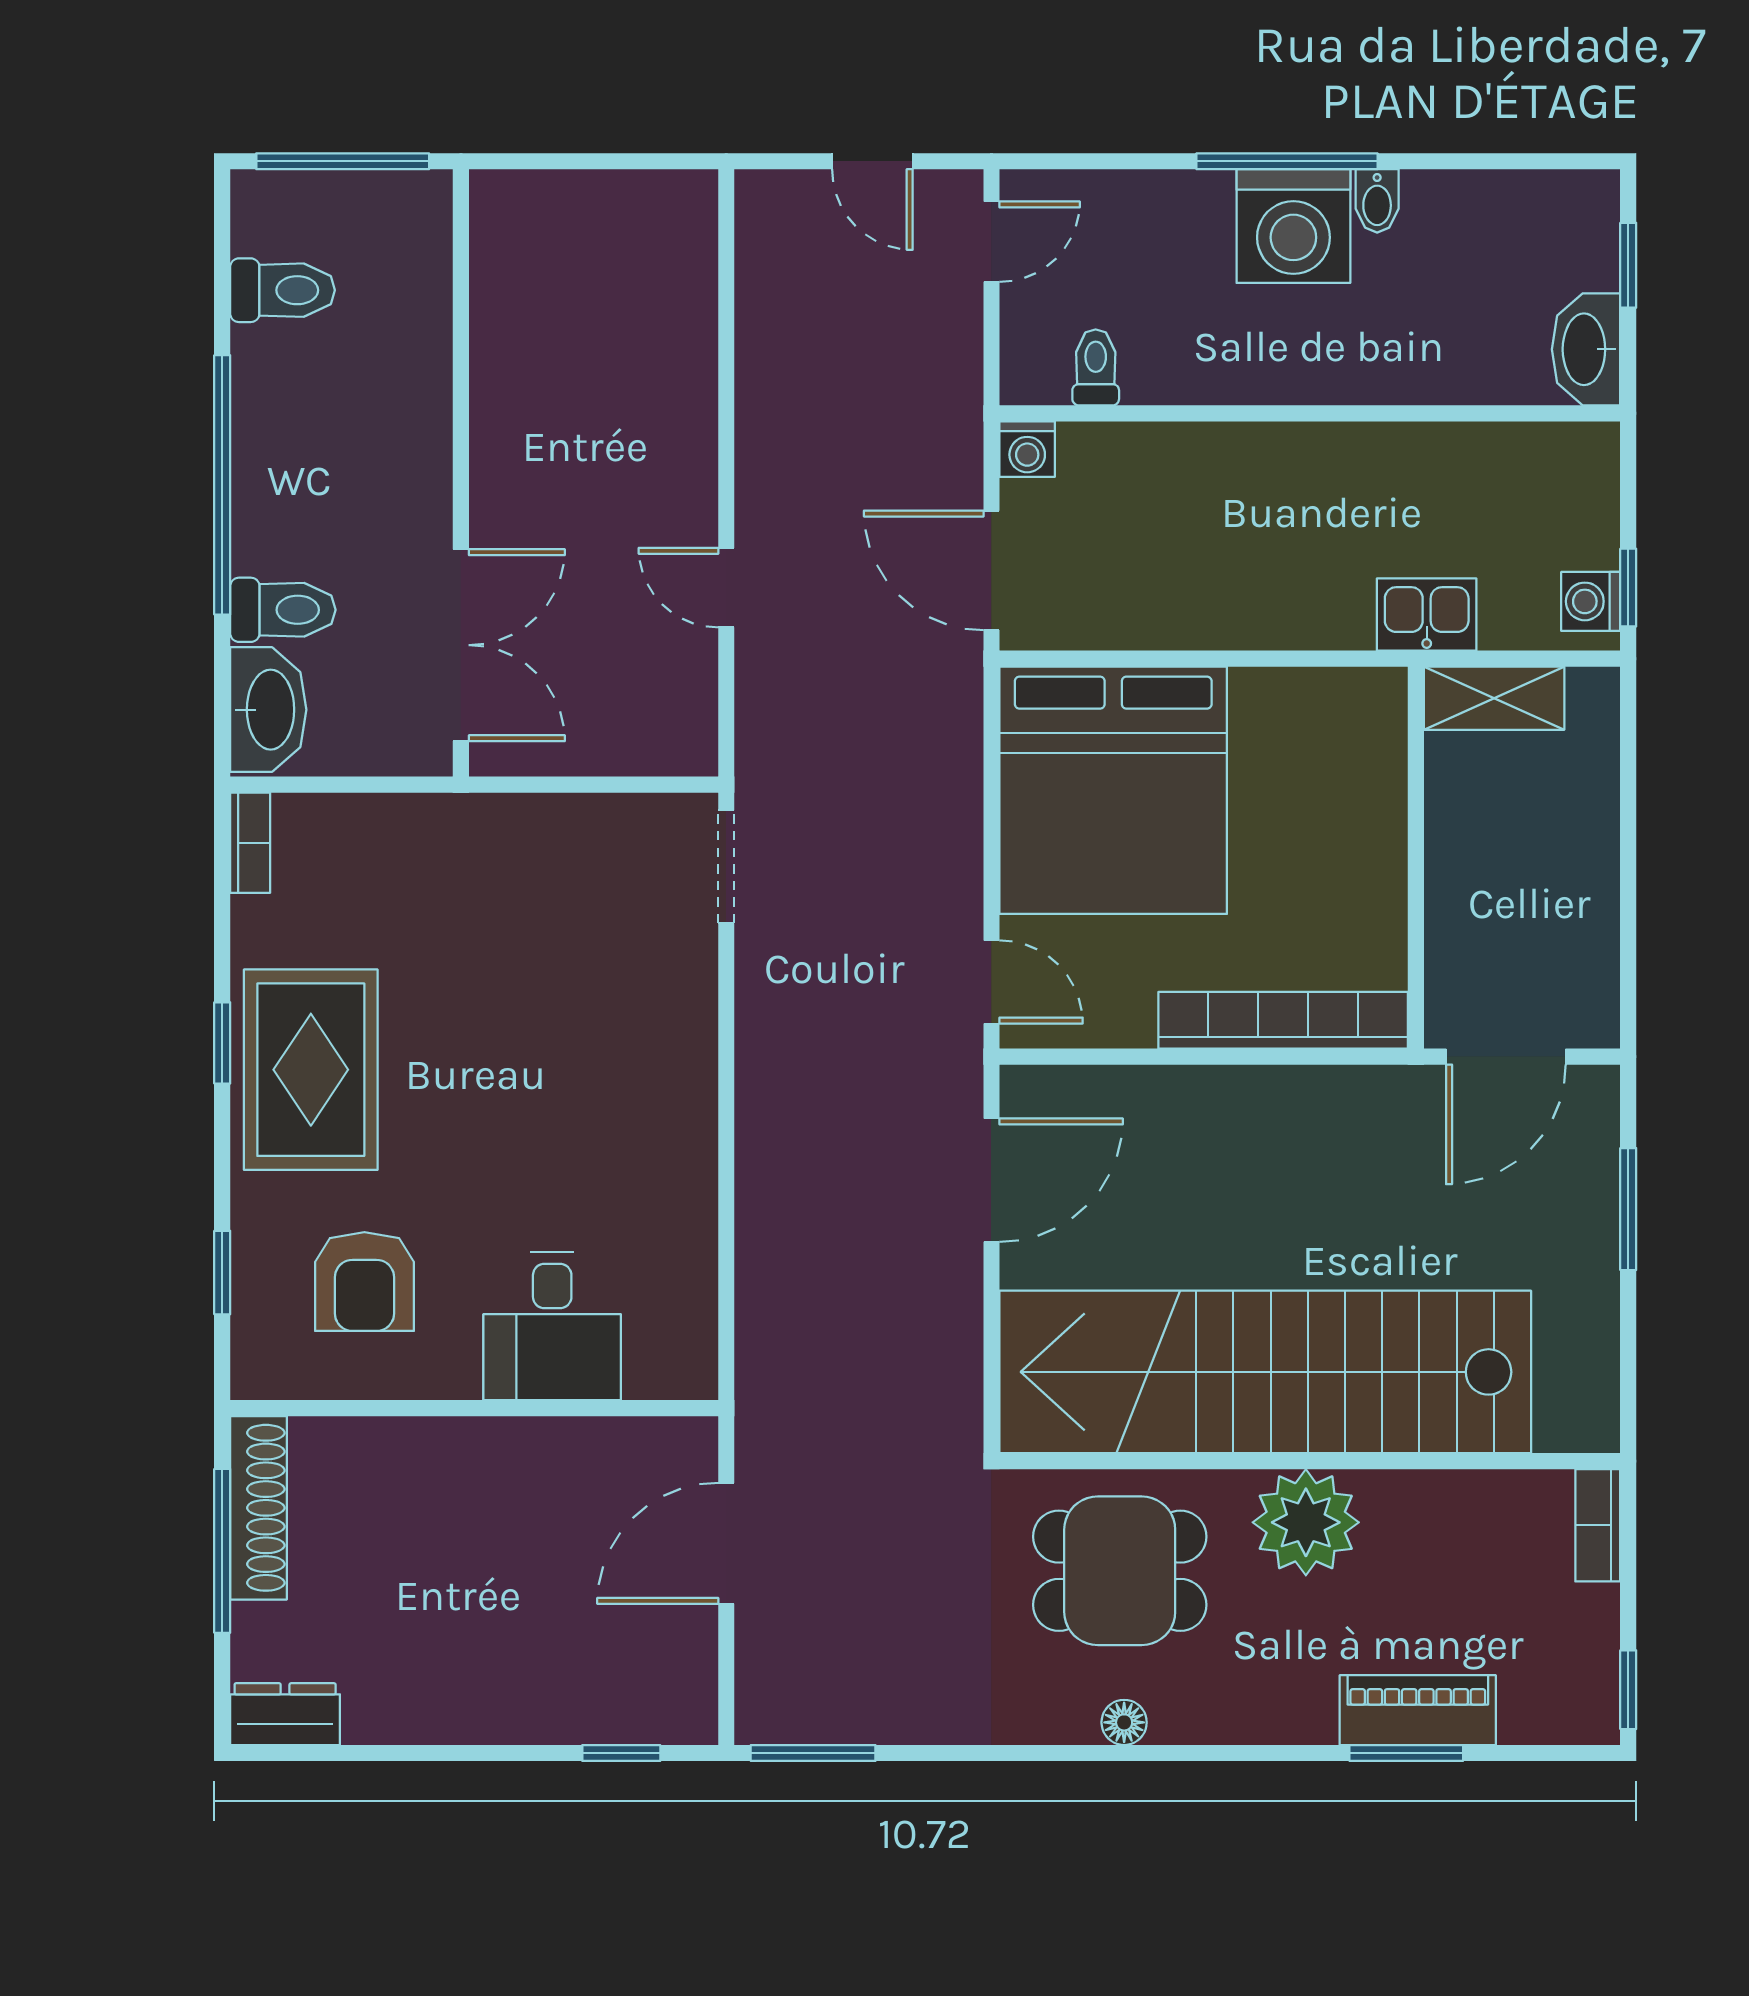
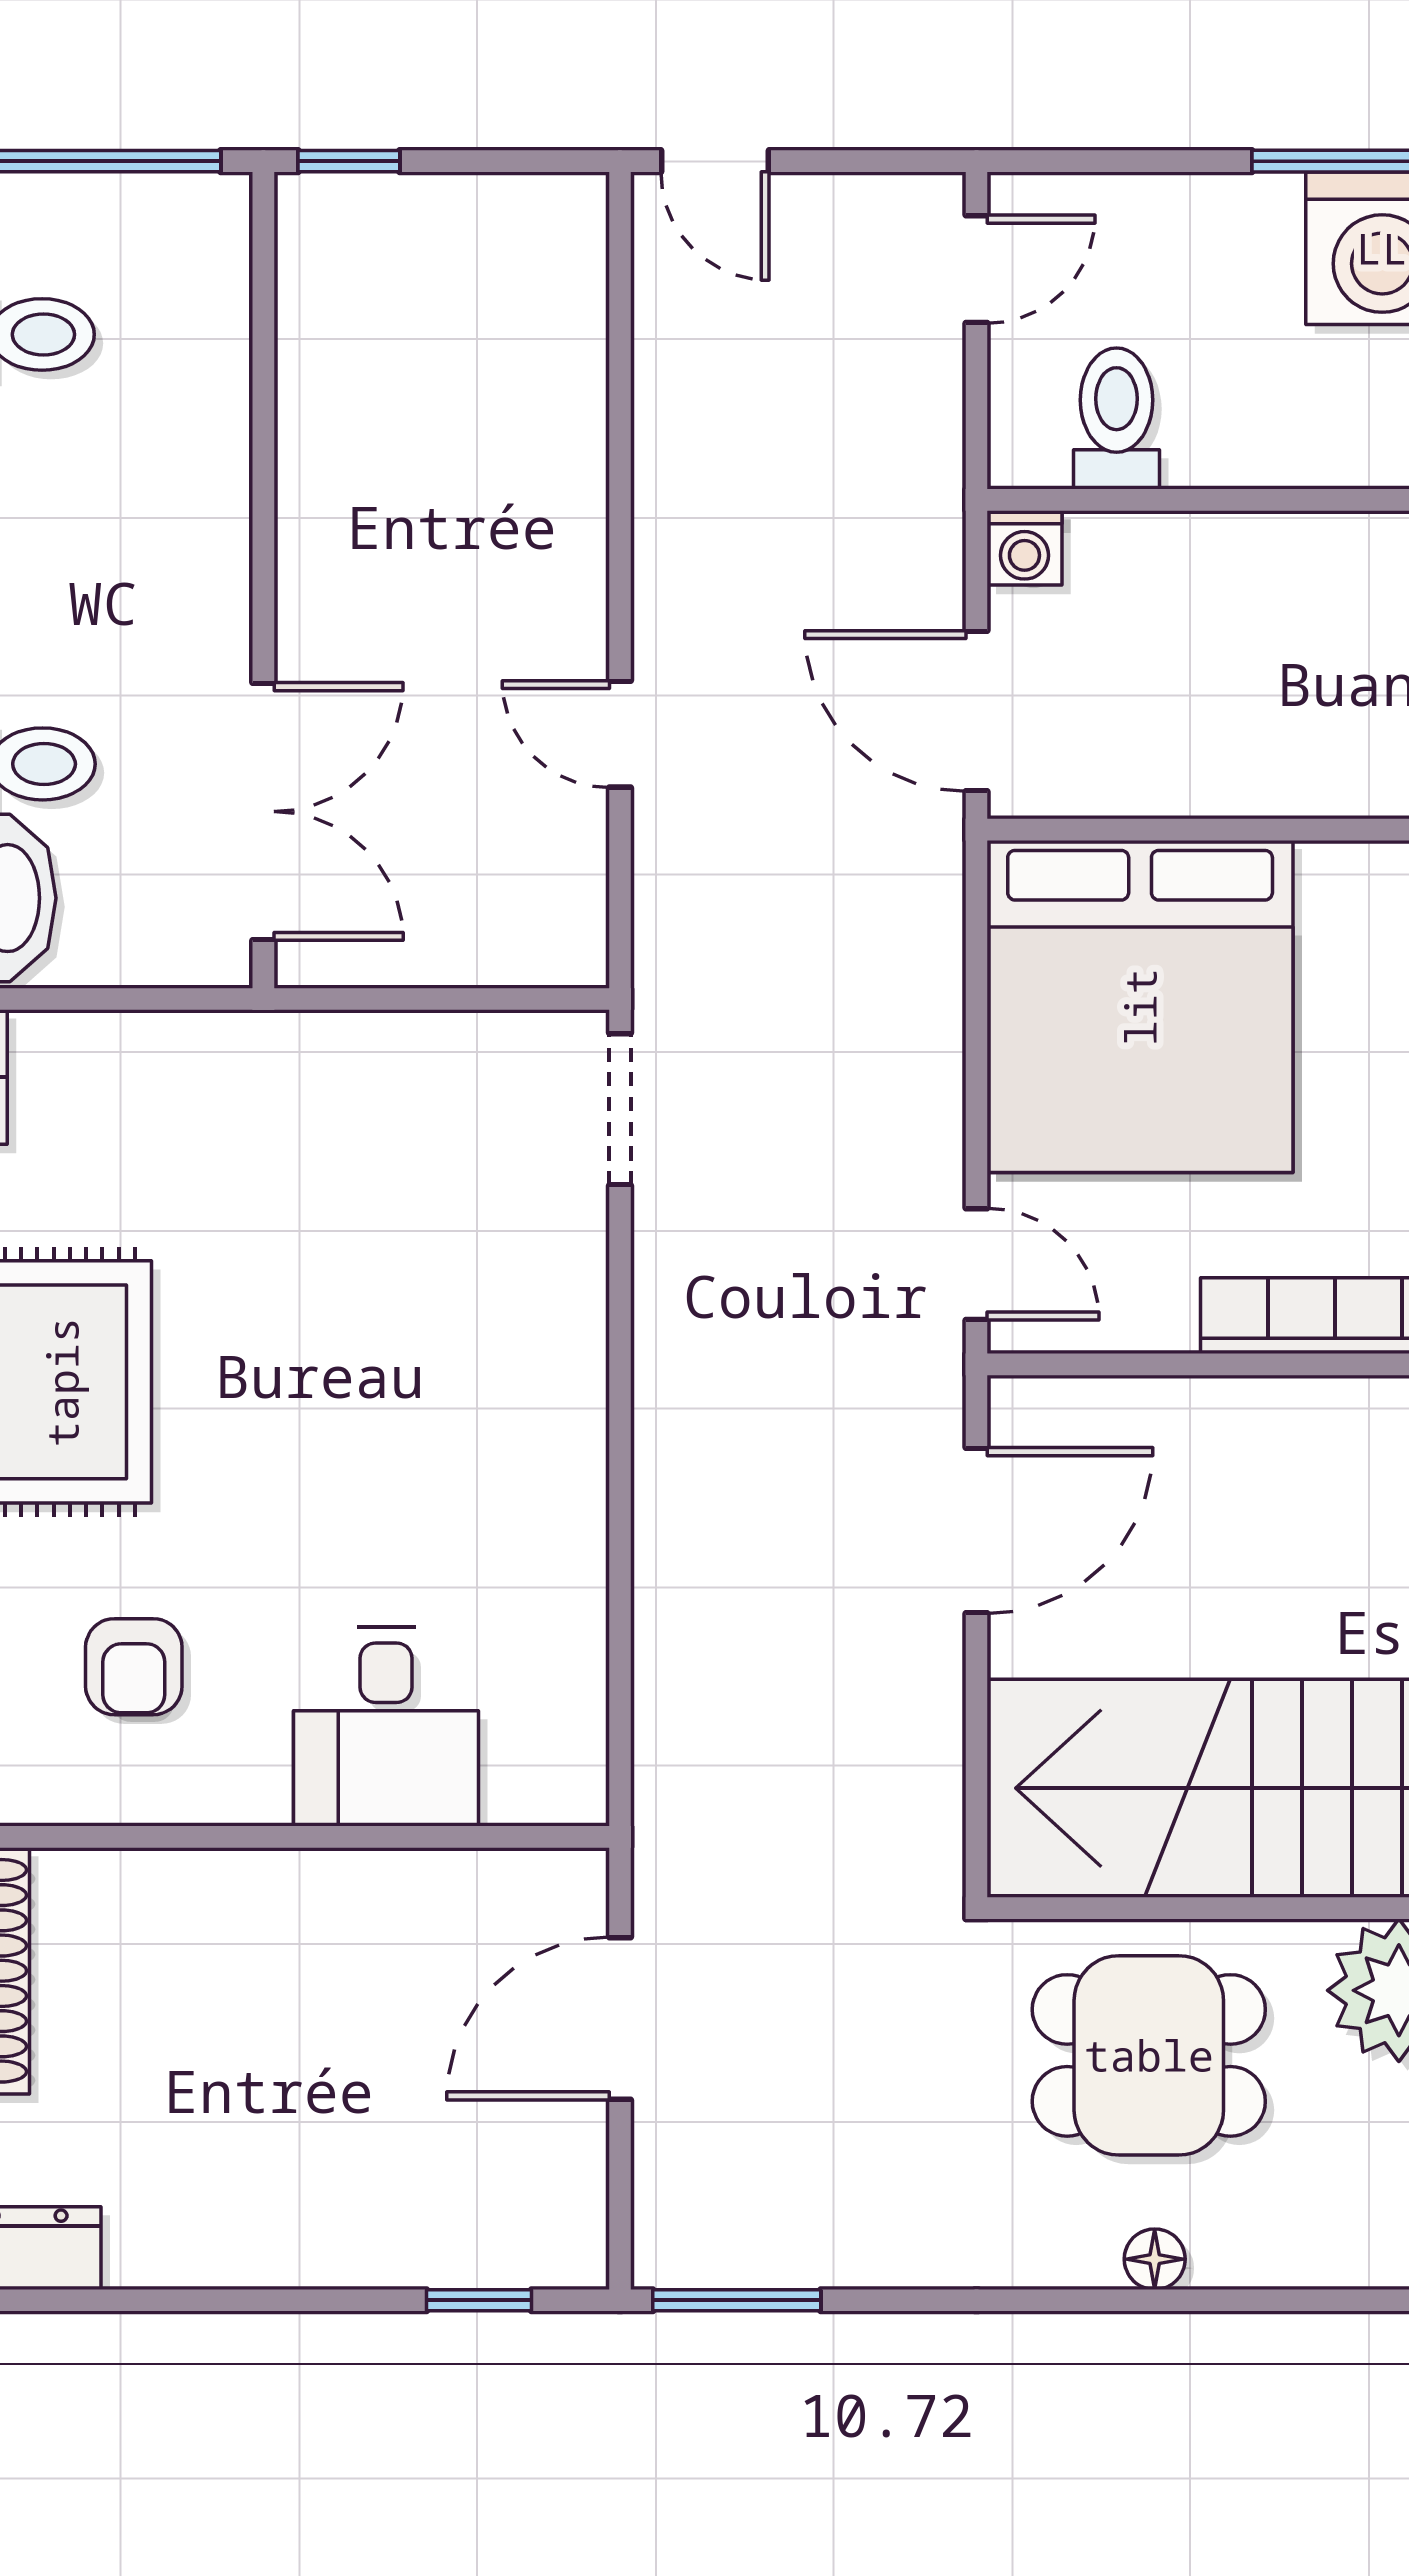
window: (524, 161) -> (349, 161), added
door: (872, 161) -> (715, 161), moved
toilet: (1096, 367) -> (1117, 418), width x1.37, depth x1.39
armchair: (364, 1282) -> (134, 1667), width x0.72, depth x0.72

